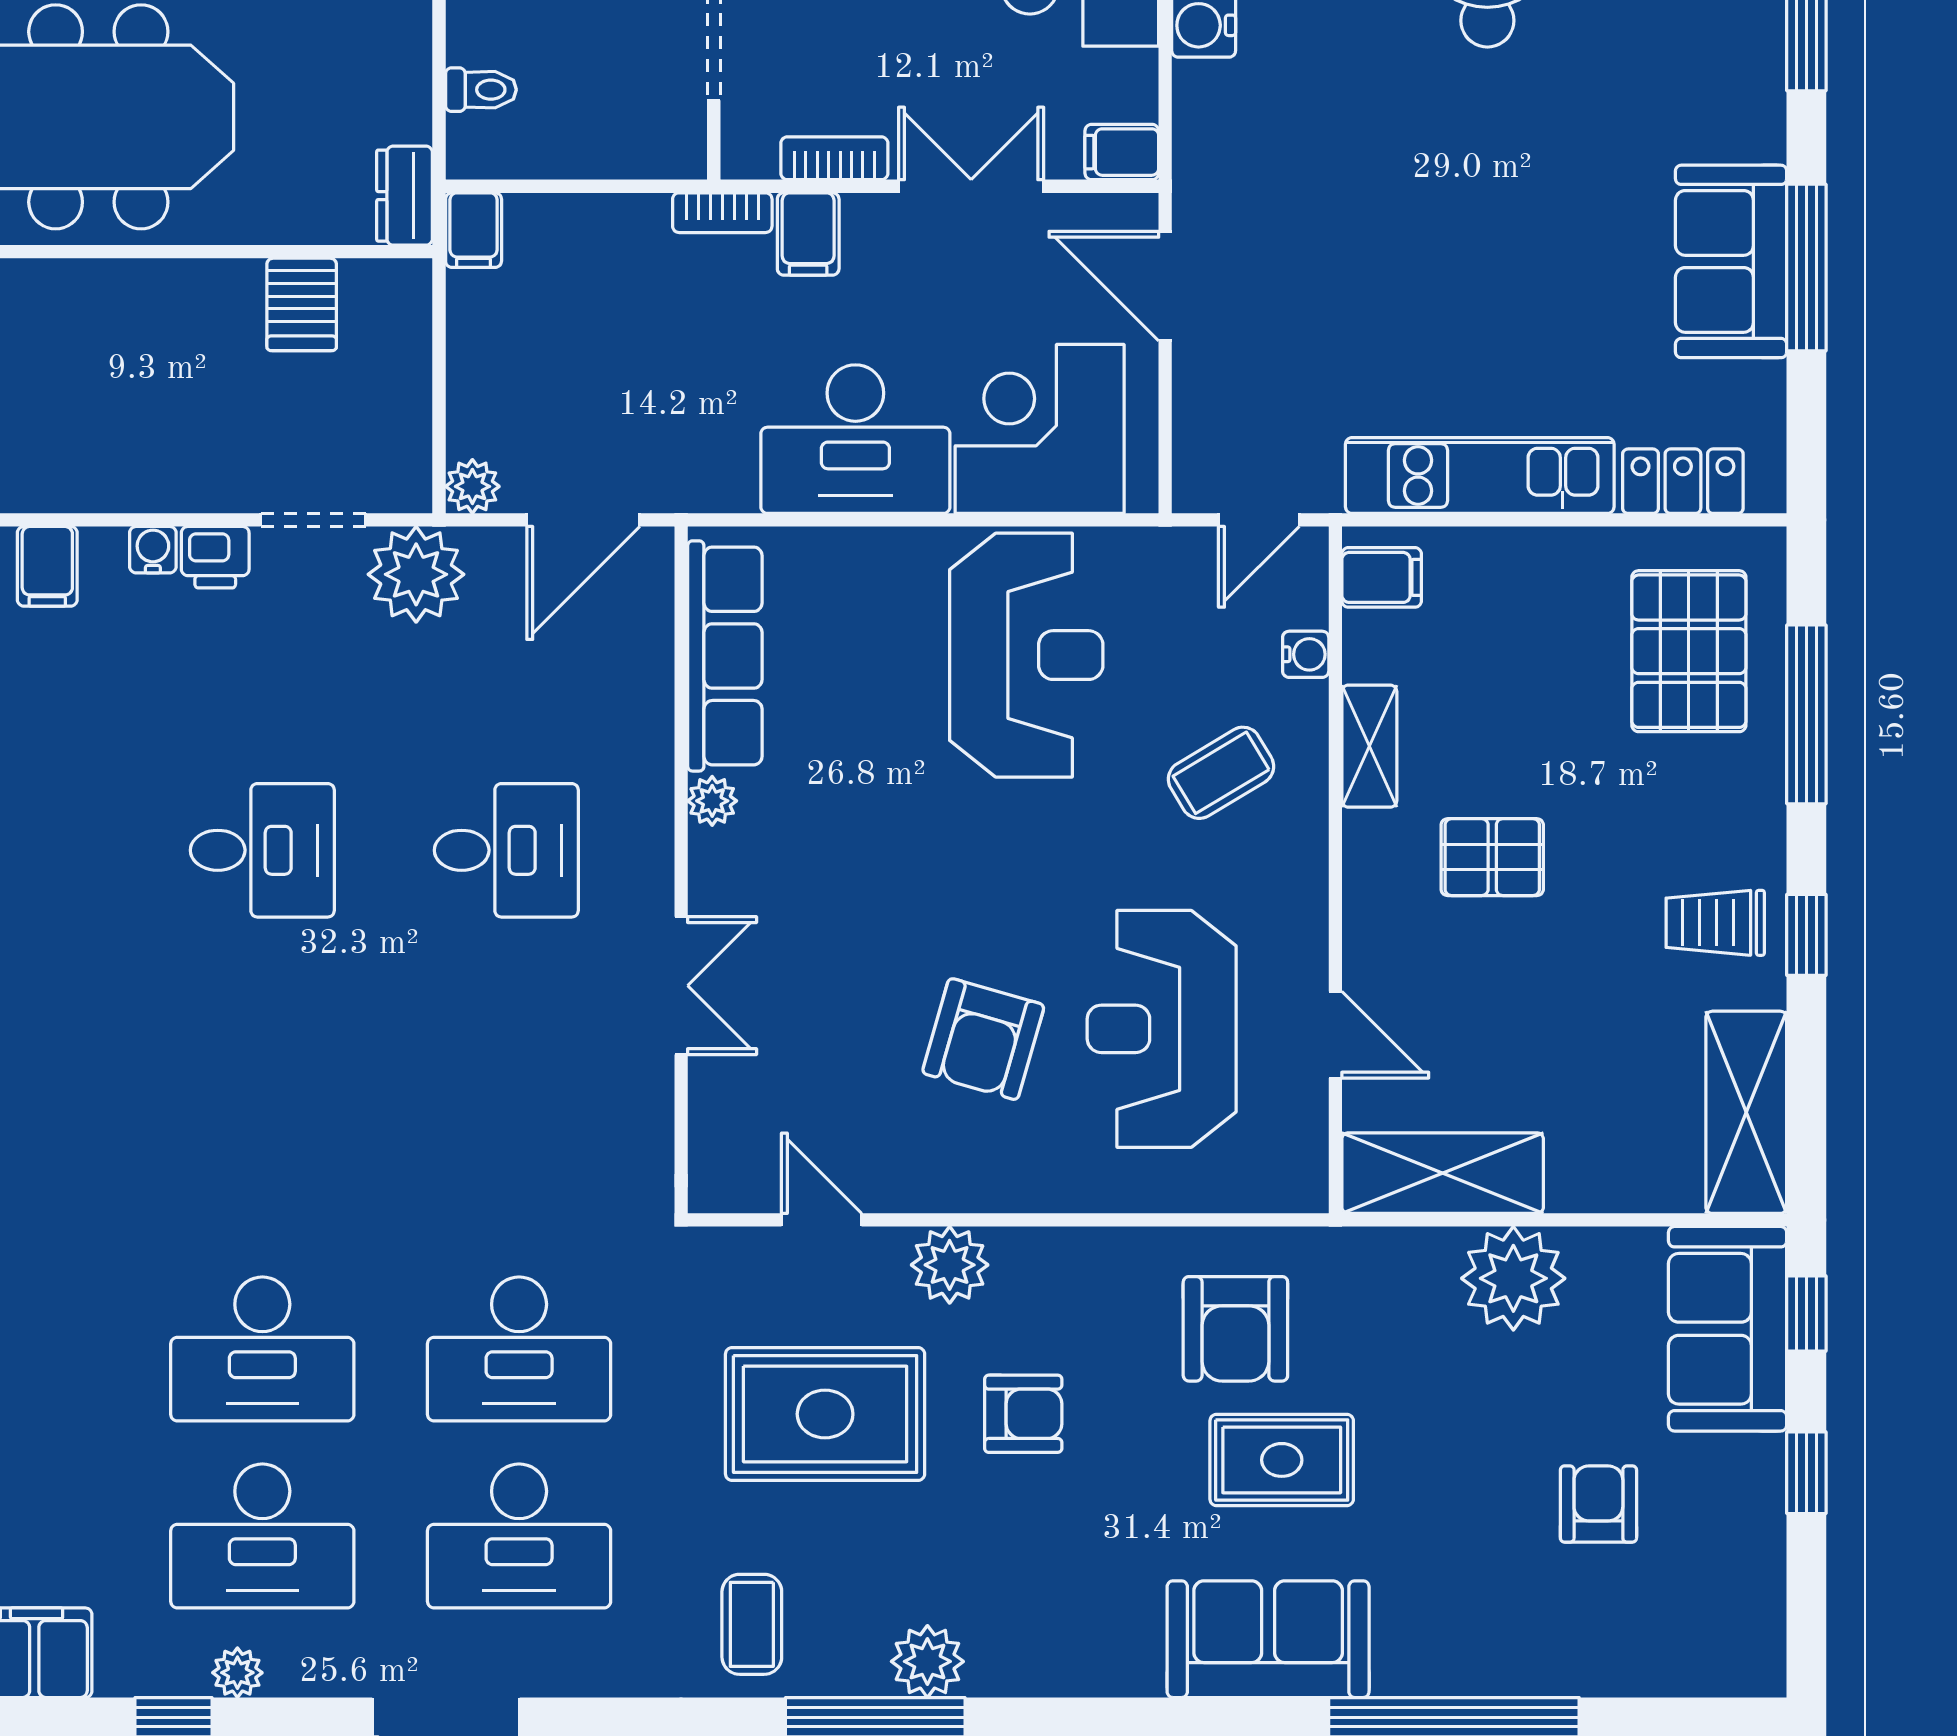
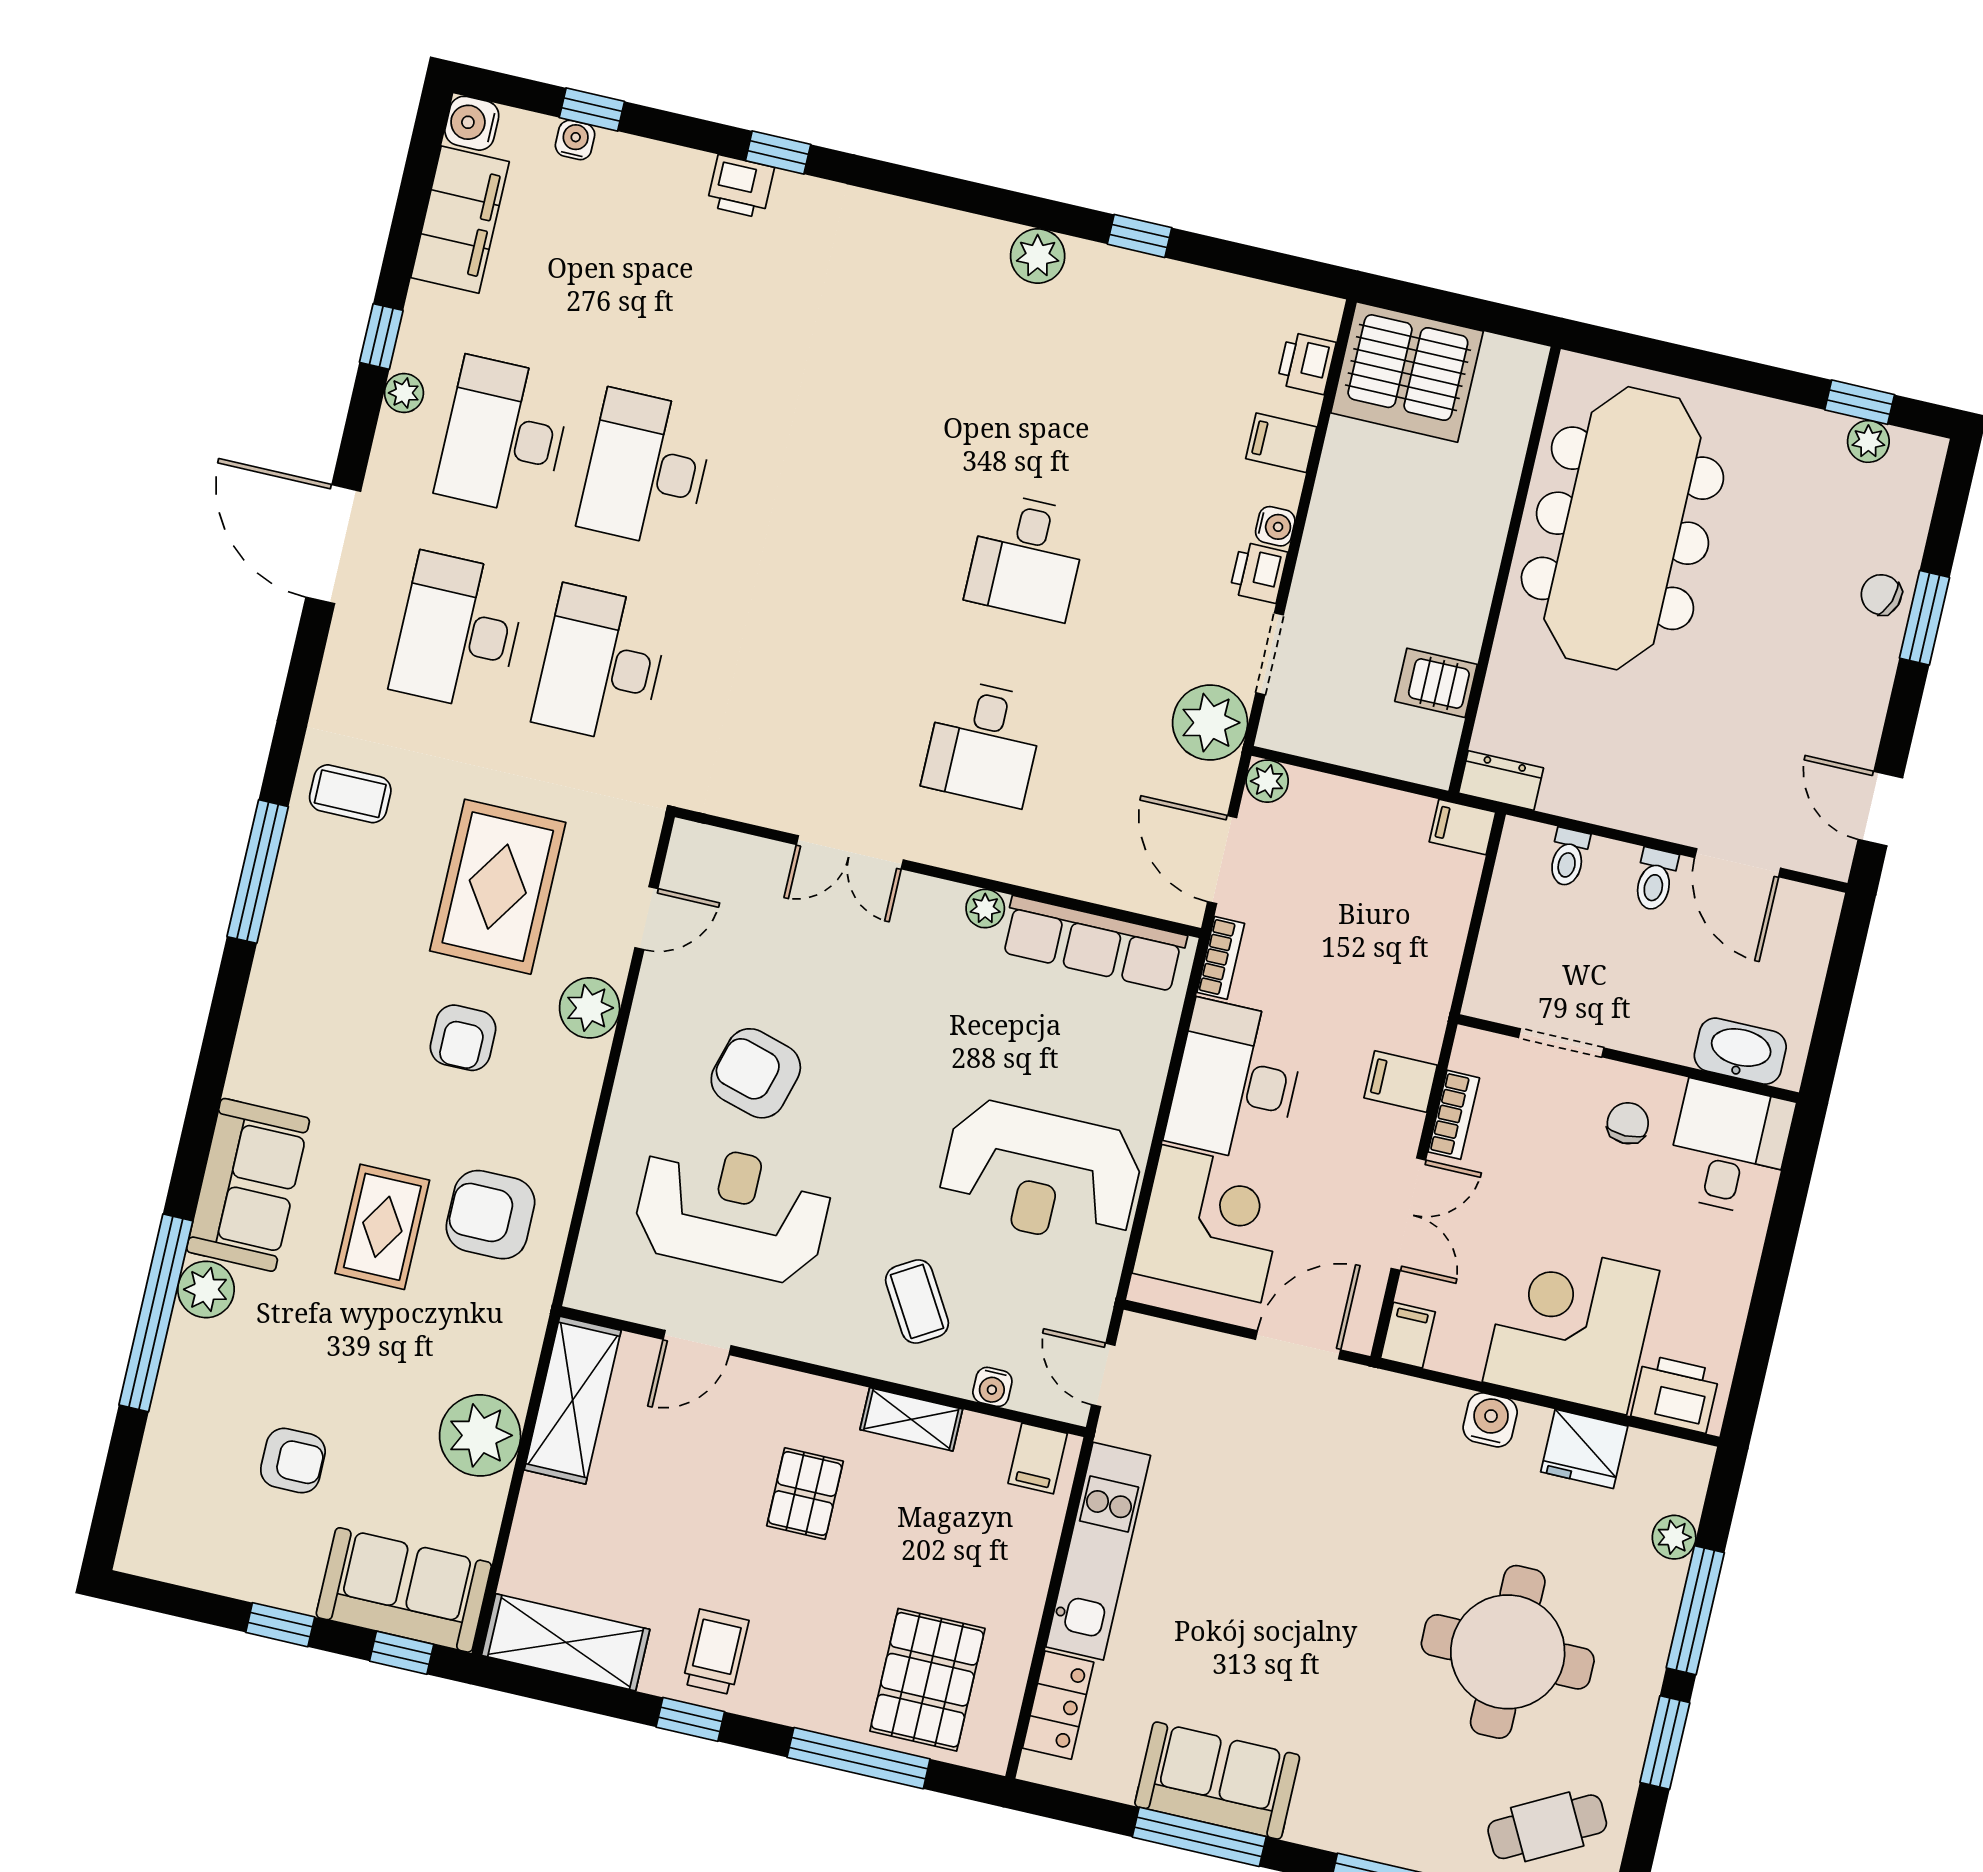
bookcase: (722, 213) -> (1221, 958), moved, turned 180
pallet: (1689, 651) -> (927, 1680), turned 90
plant: (927, 1661) -> (206, 1289), moved

